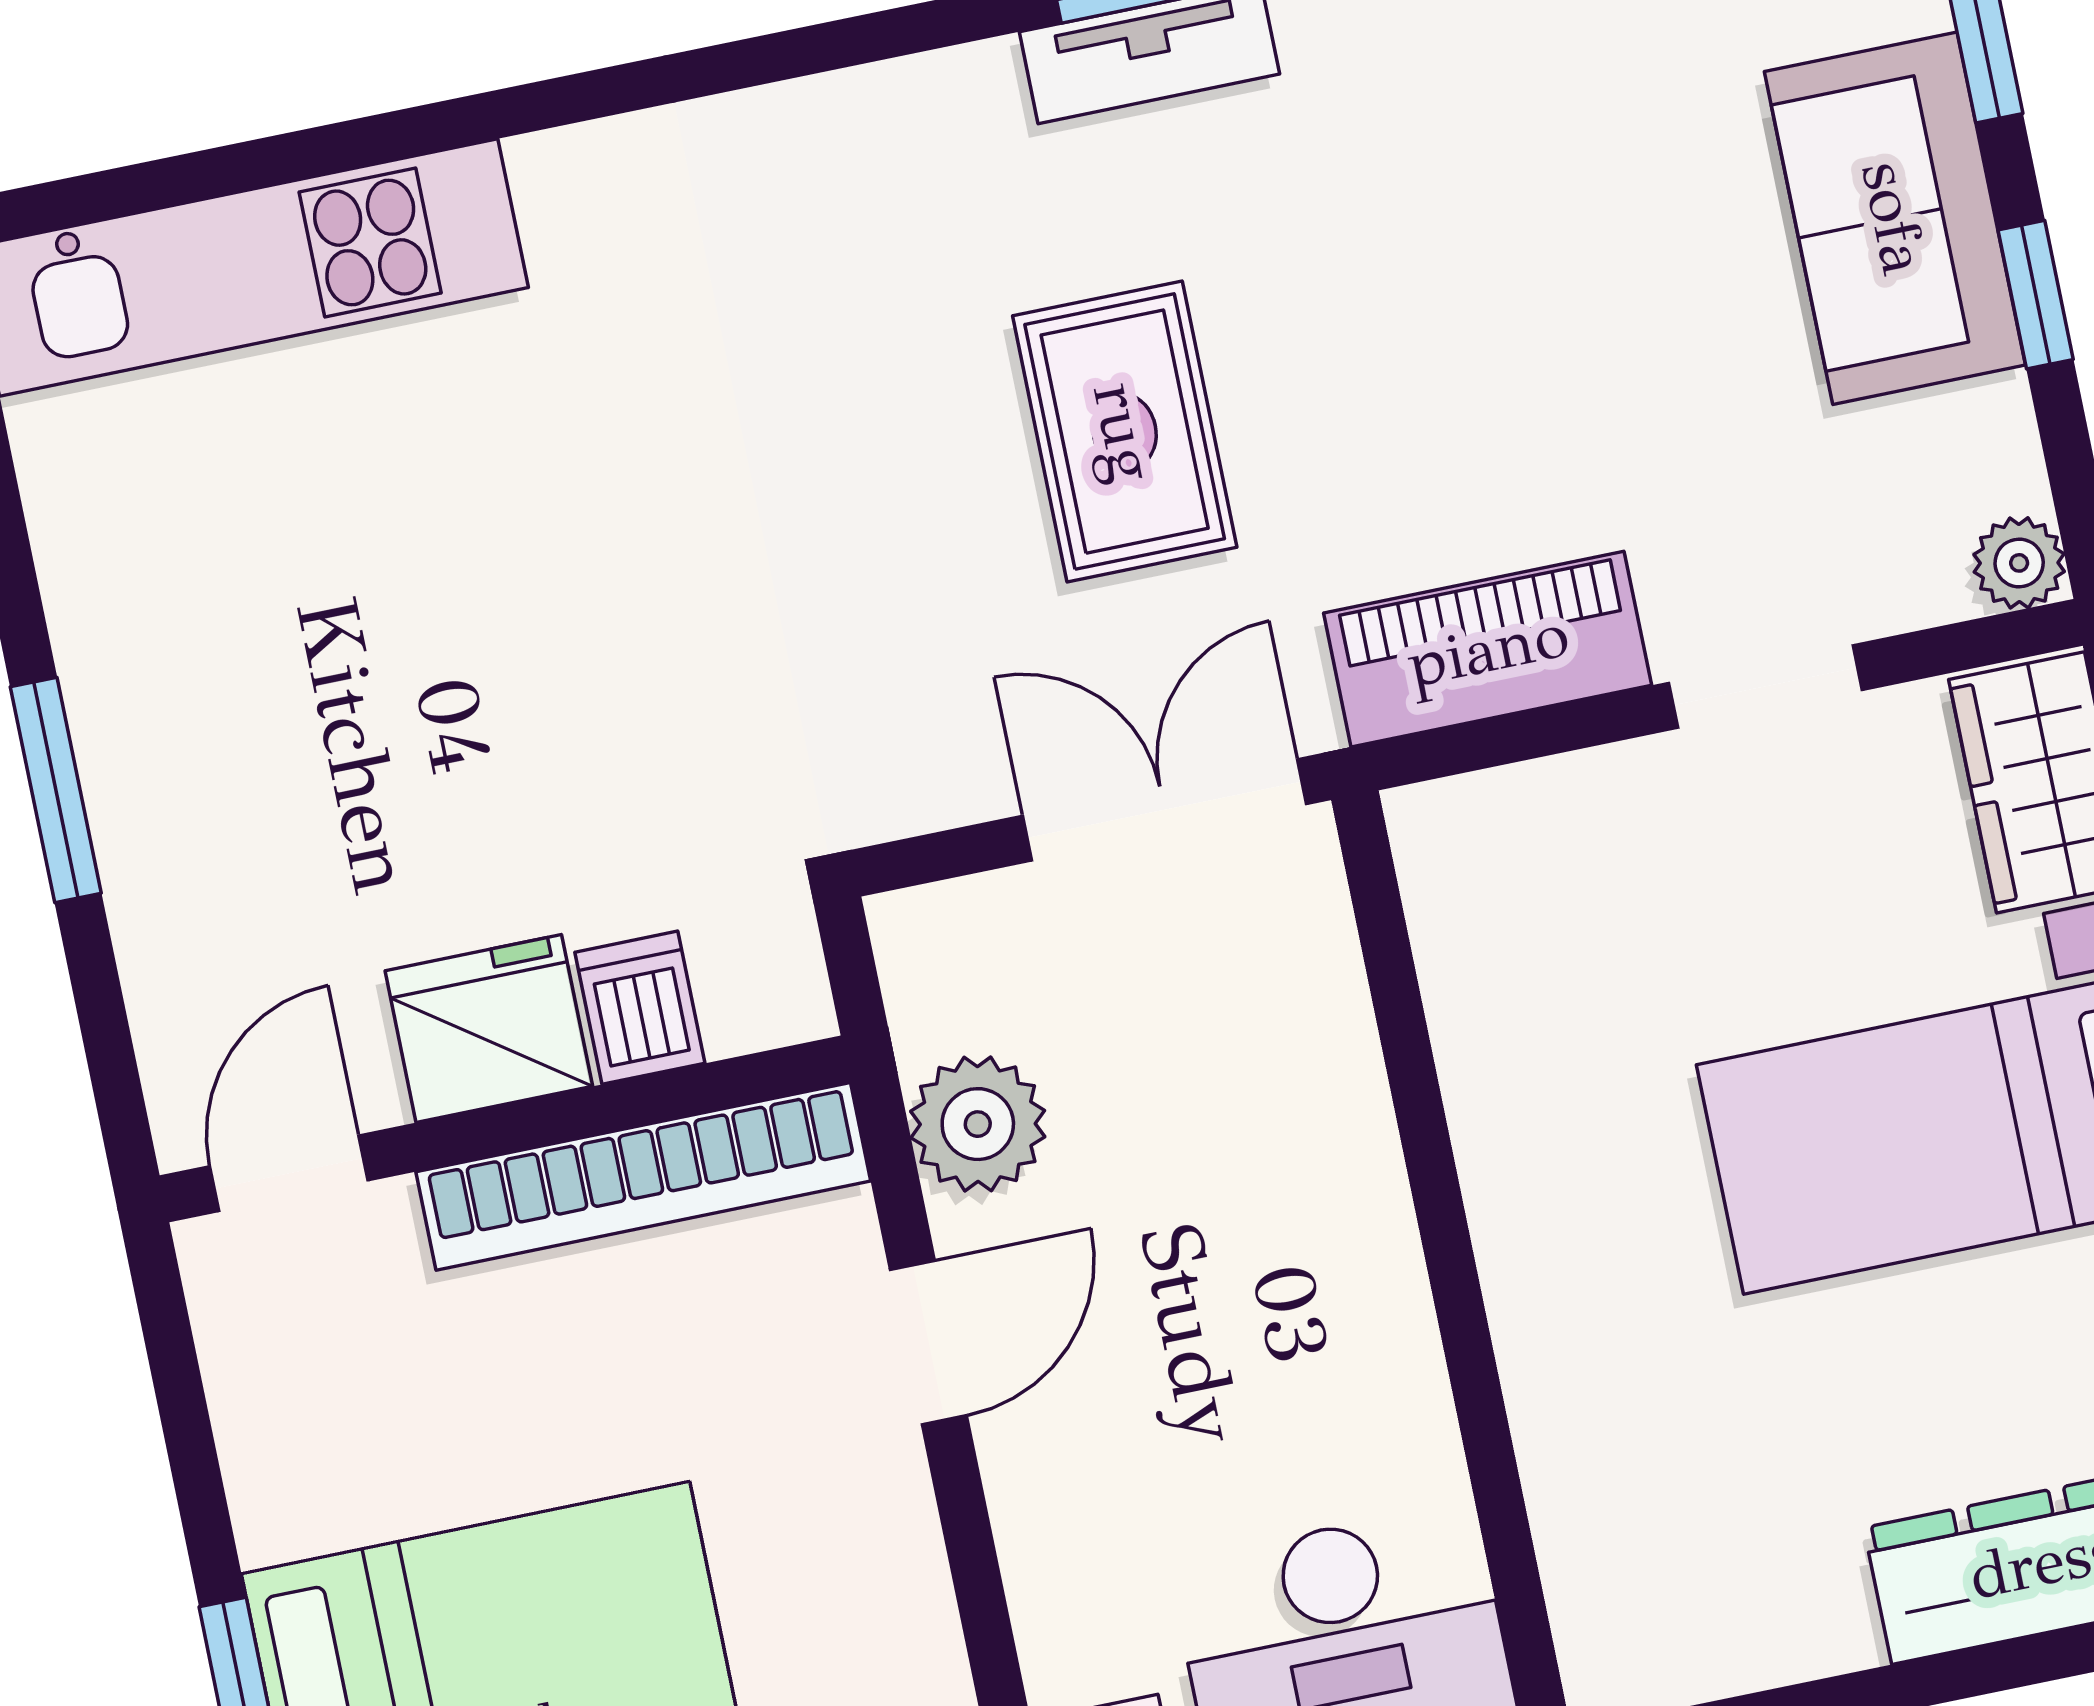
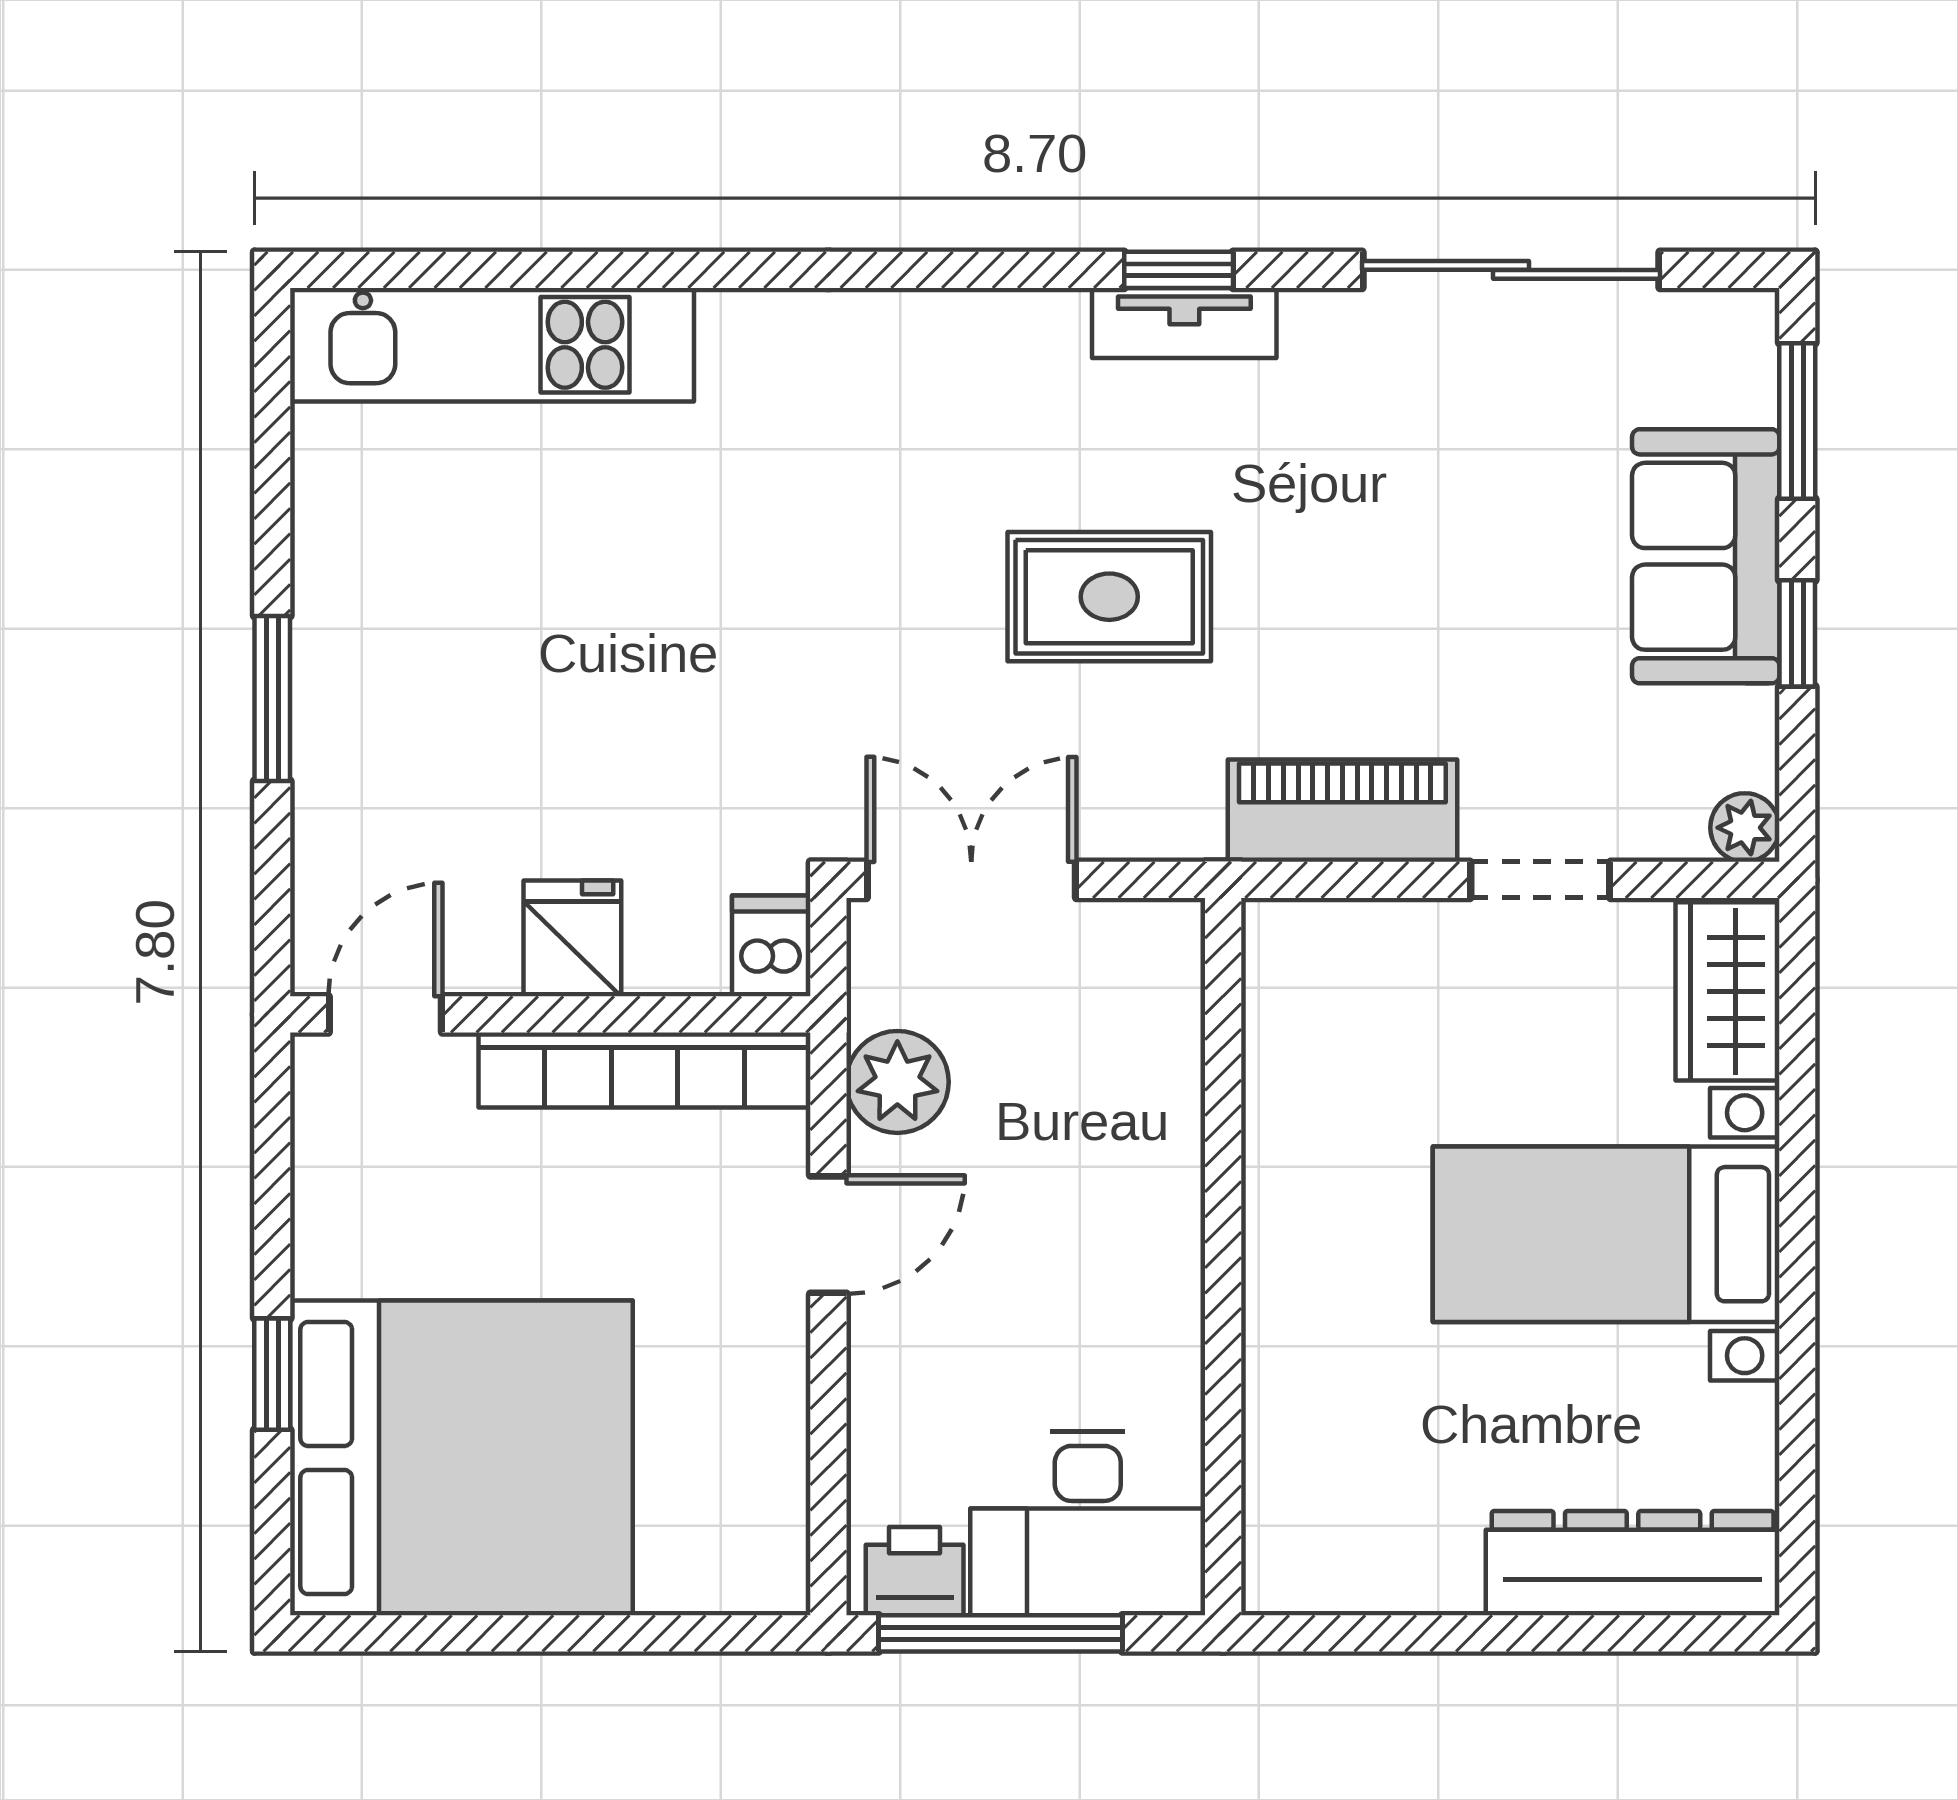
rug: (1125, 432) -> (1109, 597), turned 90
double door: (1165, 810) -> (971, 880), moved
dishwasher: (640, 1008) -> (771, 946), moved
fridge: (489, 1029) -> (572, 938), width x0.72

